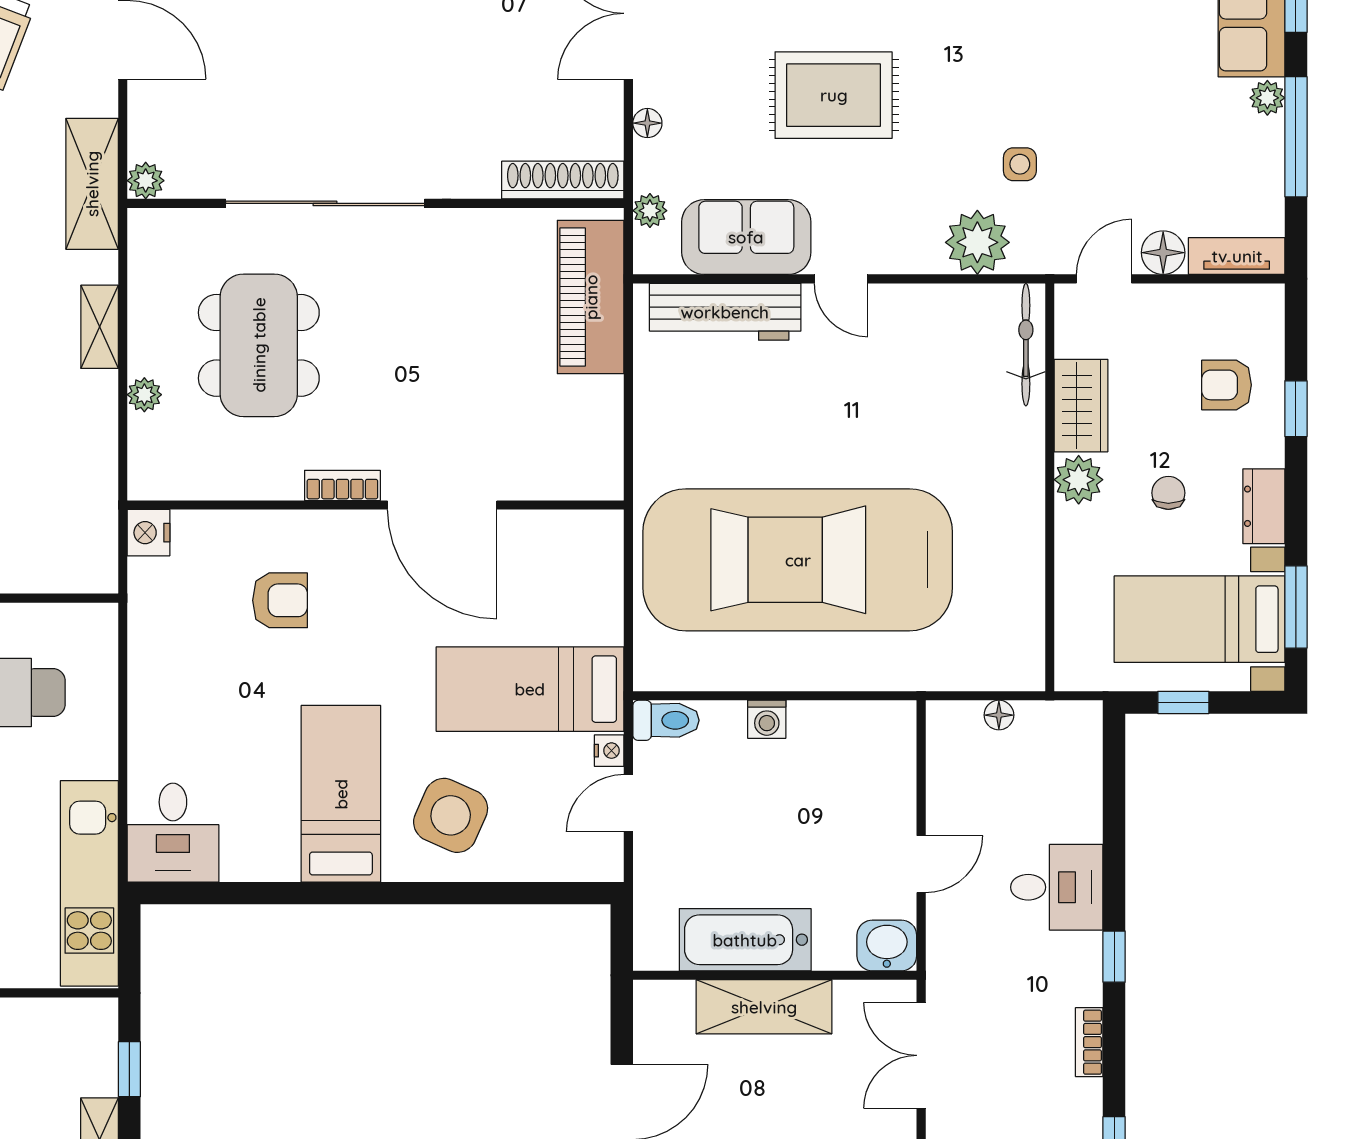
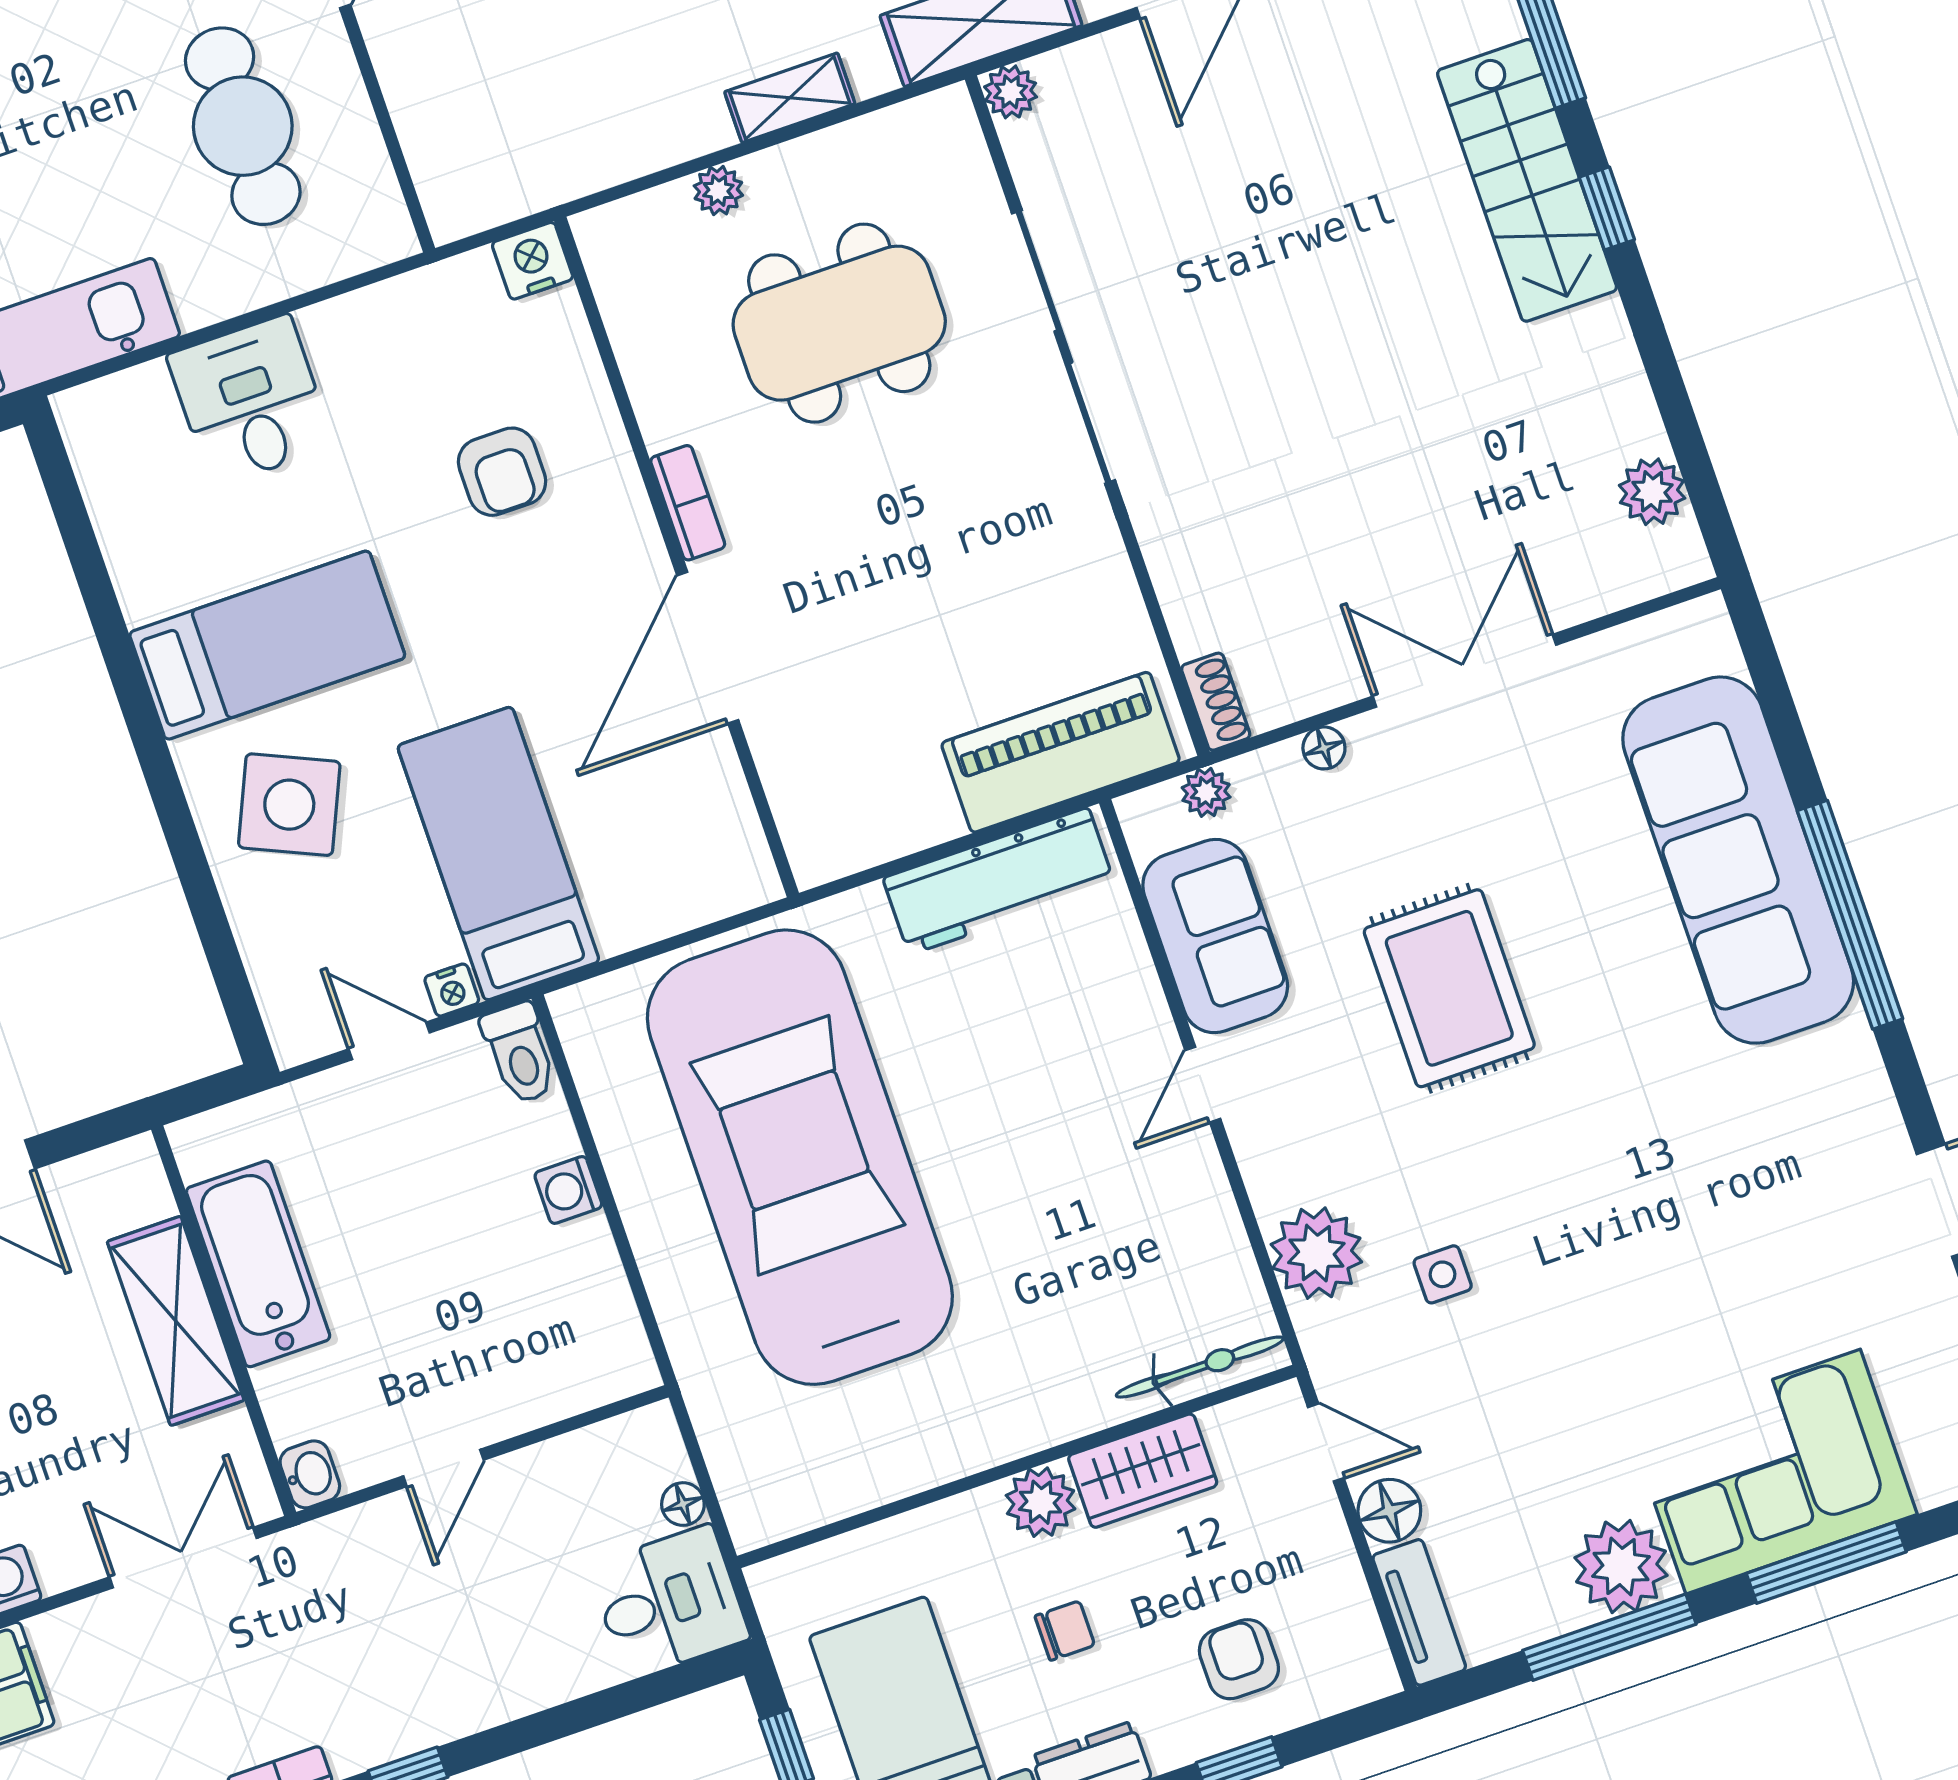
plant: (1267, 98) -> (1621, 1567), width x1.87, depth x1.87
shoe rack: (563, 180) -> (1216, 702), width x0.51, depth x0.81
workbench: (725, 312) -> (999, 881), moved, turned -90
desk: (173, 833) -> (251, 401), moved, turned 90
door: (921, 864) -> (443, 1468), hinge flipped
desk: (1057, 887) -> (669, 1602), moved, turned -90
washbasin: (887, 945) -> (310, 1474), width x0.72, depth x0.69

